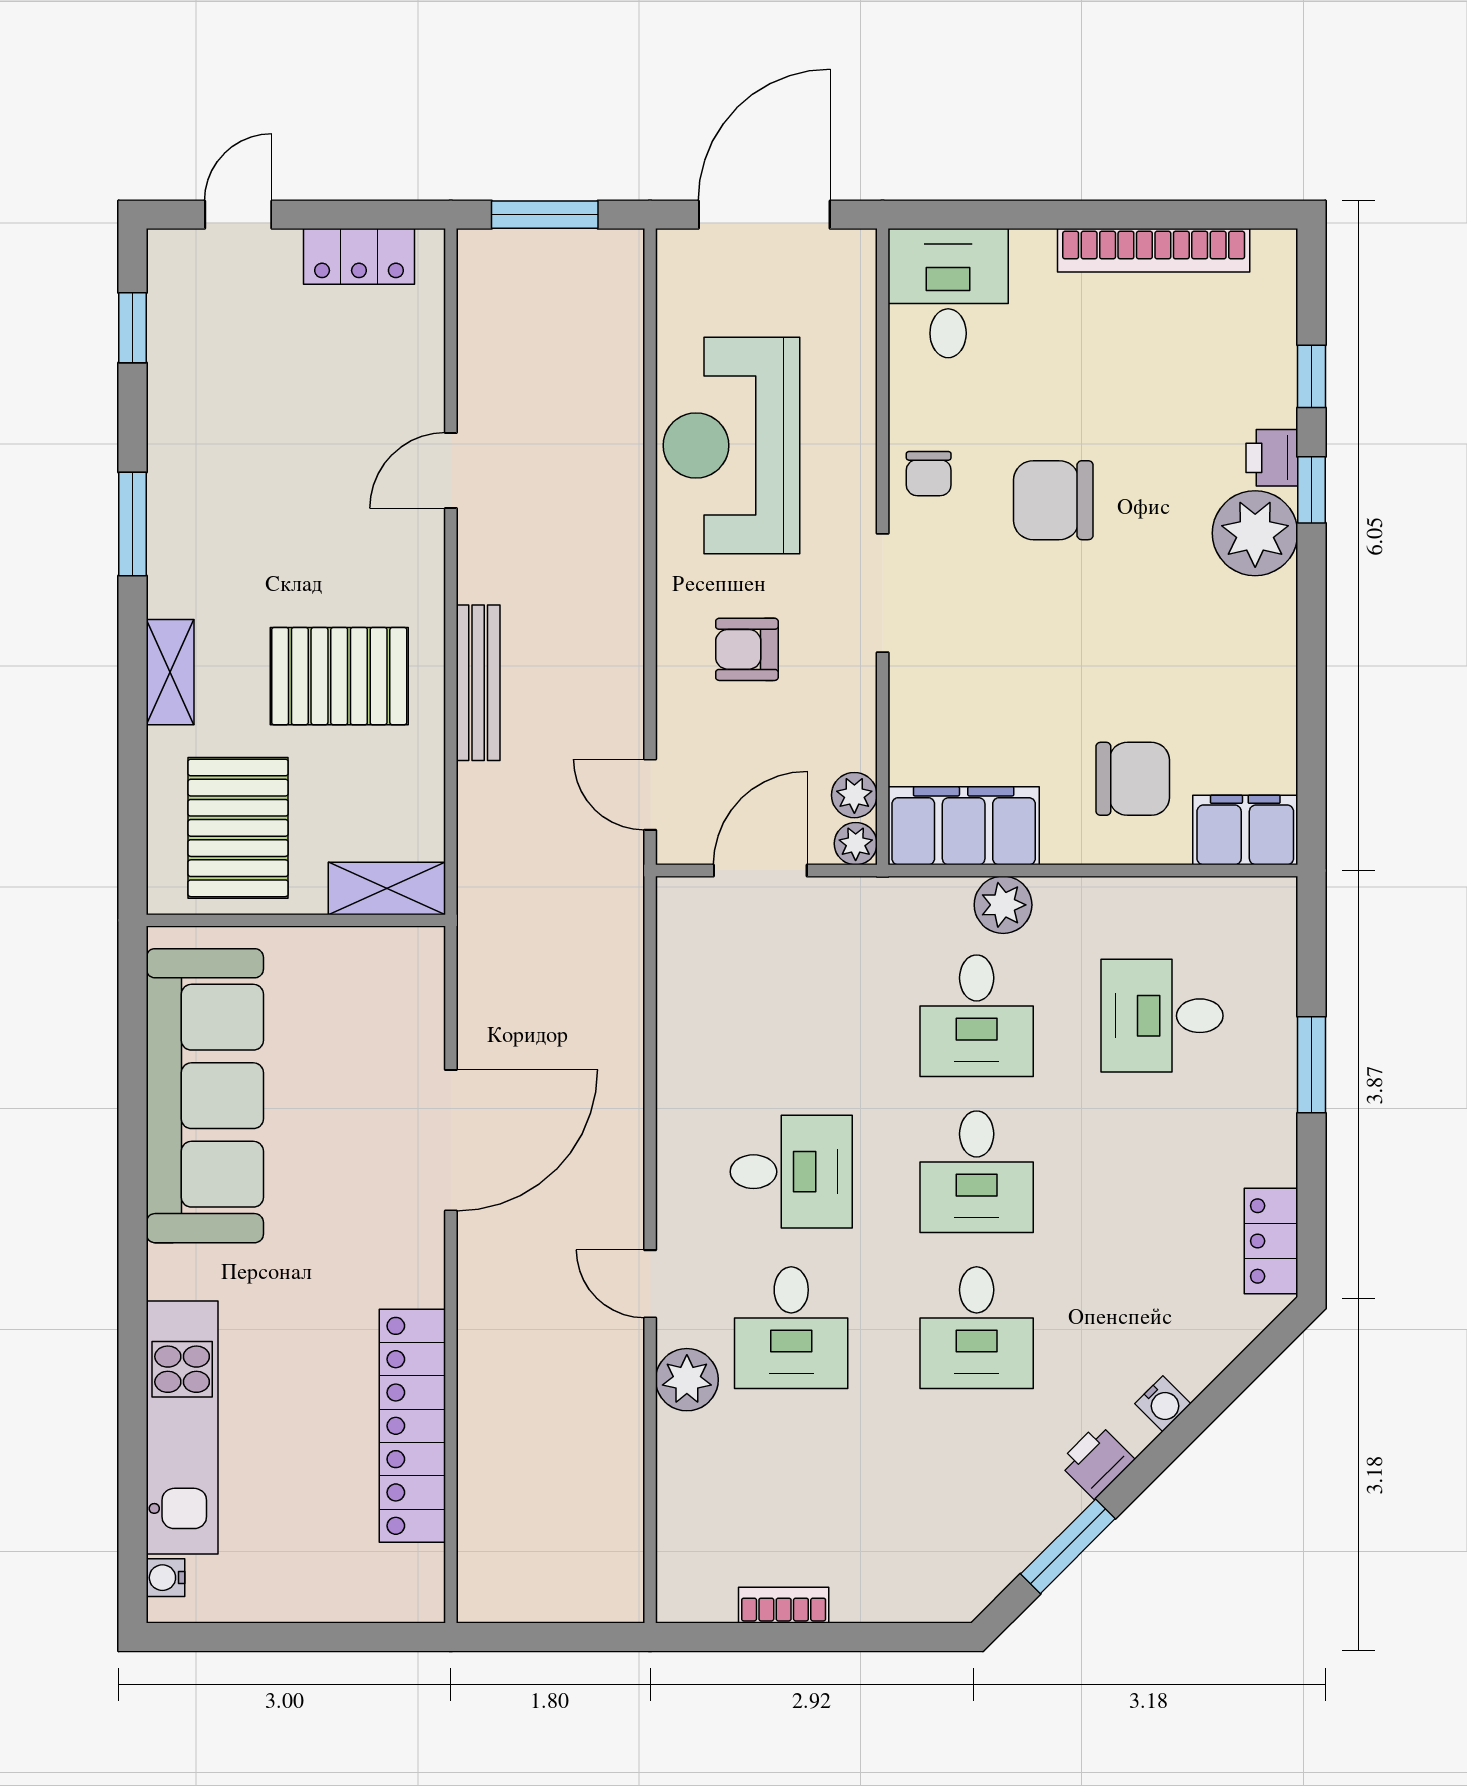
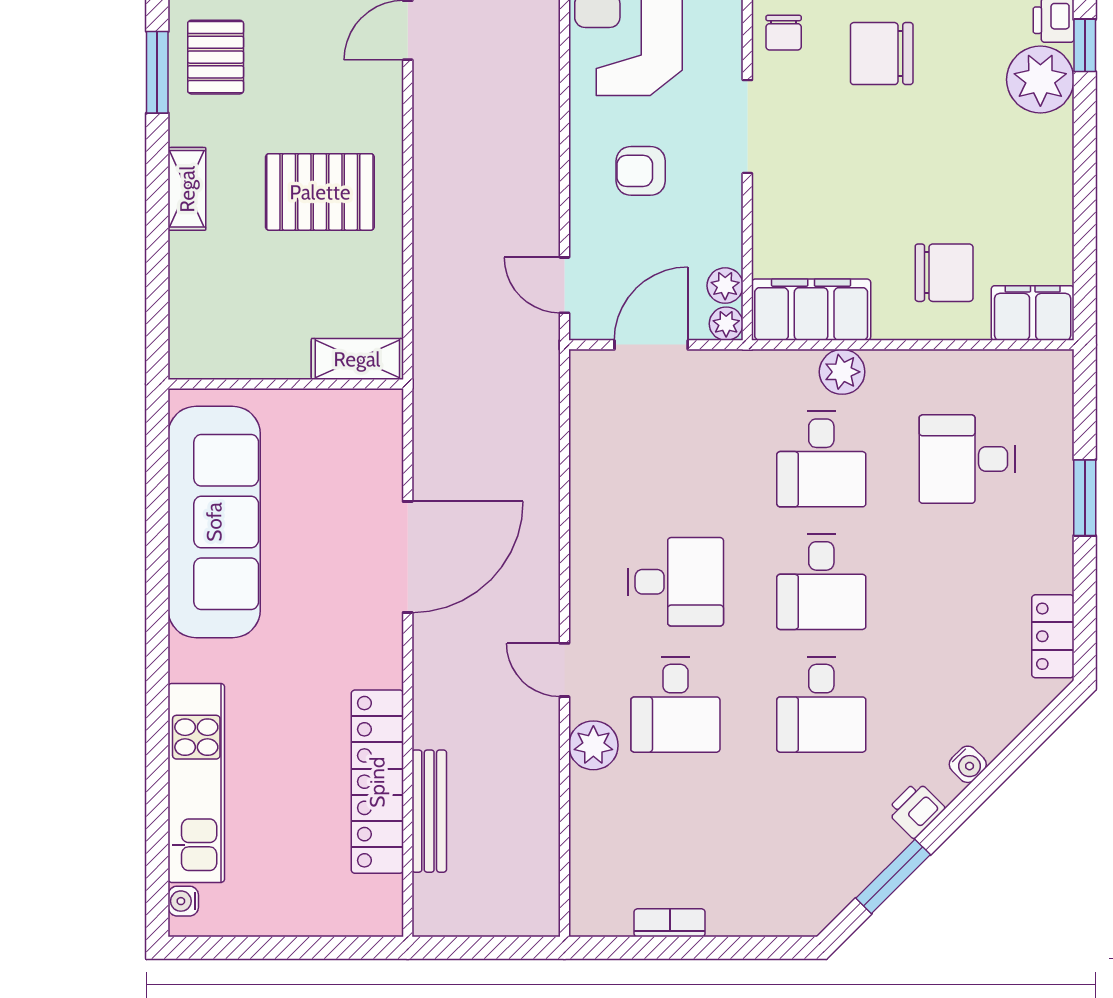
bench: (478, 683) -> (429, 811), moved
pallet: (238, 828) -> (216, 57), moved, width x0.67, depth x0.71

